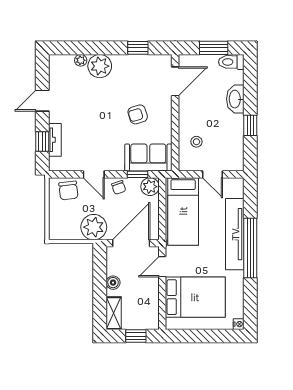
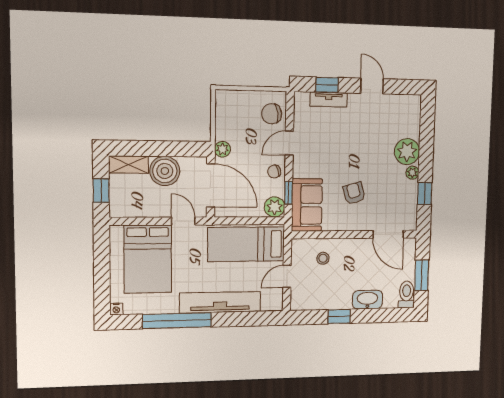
plant: (81, 60) -> (412, 173), moved
plant: (94, 227) -> (222, 149), width x0.53, depth x0.53
window: (250, 248) -> (177, 321), moved
boiler: (113, 283) -> (165, 171), width x1.86, depth x1.86

